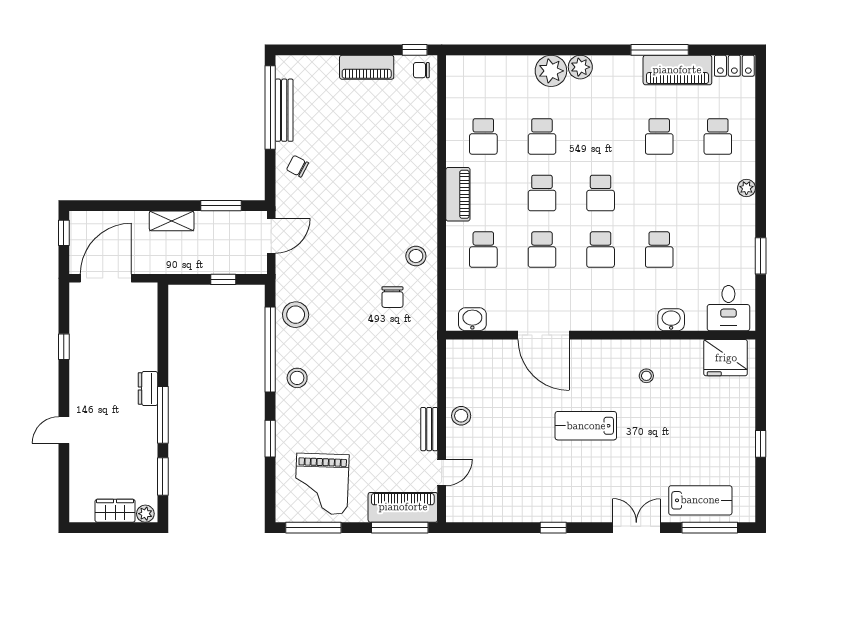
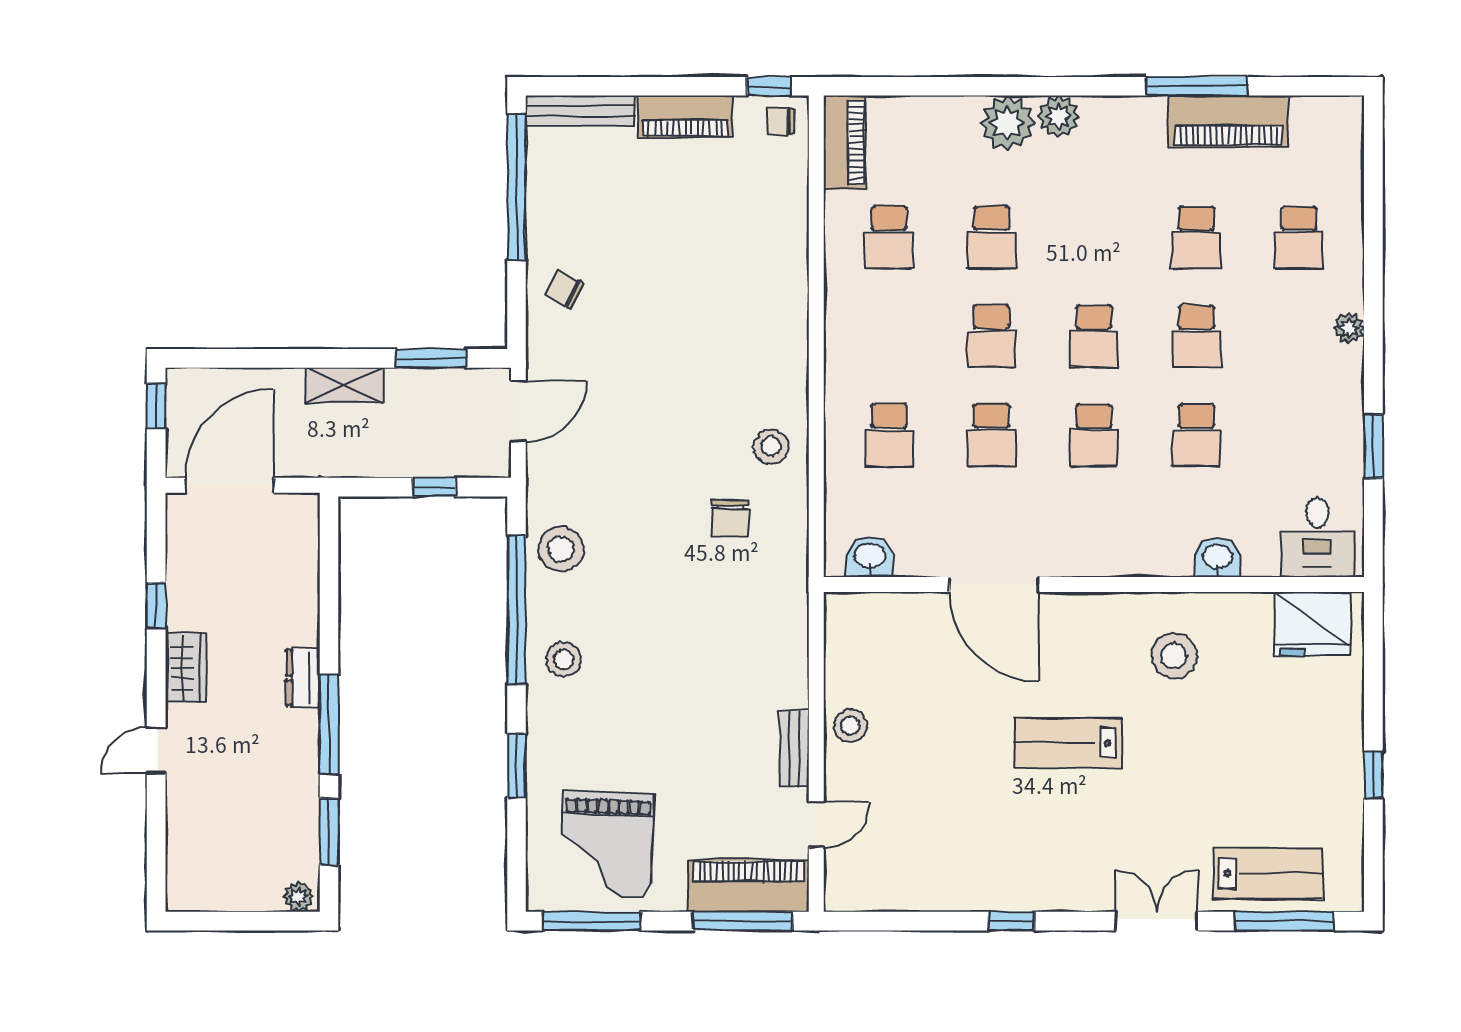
locker: (734, 66) -> (1328, 114), removed
bench: (284, 110) -> (580, 111), moved, turned 90
school desk: (659, 193) -> (1196, 336), added
piano: (458, 194) -> (845, 142), moved
stool: (646, 376) -> (1174, 656), width x1.89, depth x1.89
wardrobe: (115, 511) -> (186, 668), moved, turned 90

